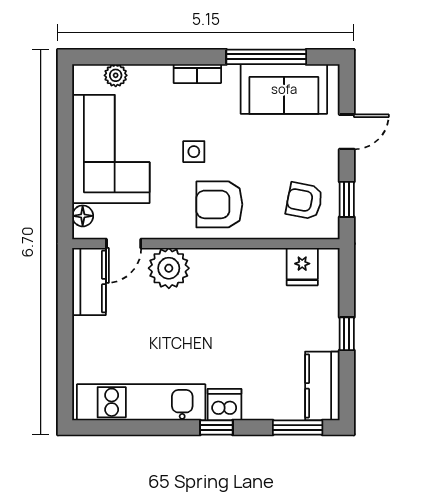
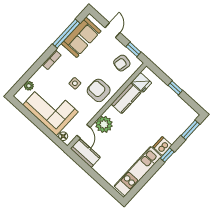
armchair: (219, 204) -> (99, 90), turned 90
kitchen counter: (322, 386) -> (126, 98), moved, turned -90

